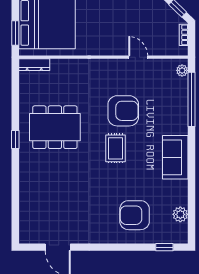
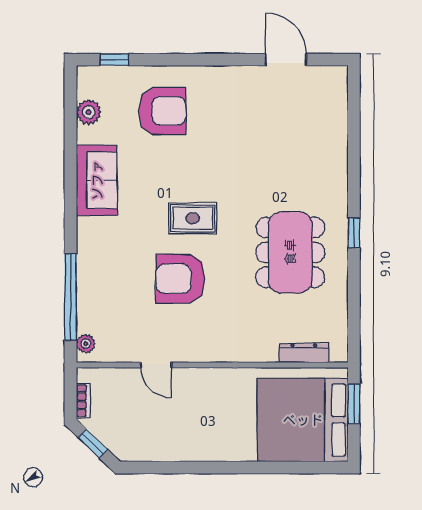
dresser: (34, 65) -> (304, 353), moved
dining table: (55, 127) -> (290, 252), turned 90
rug: (116, 148) -> (193, 218), turned 90
sofa: (175, 157) -> (97, 180), moved

